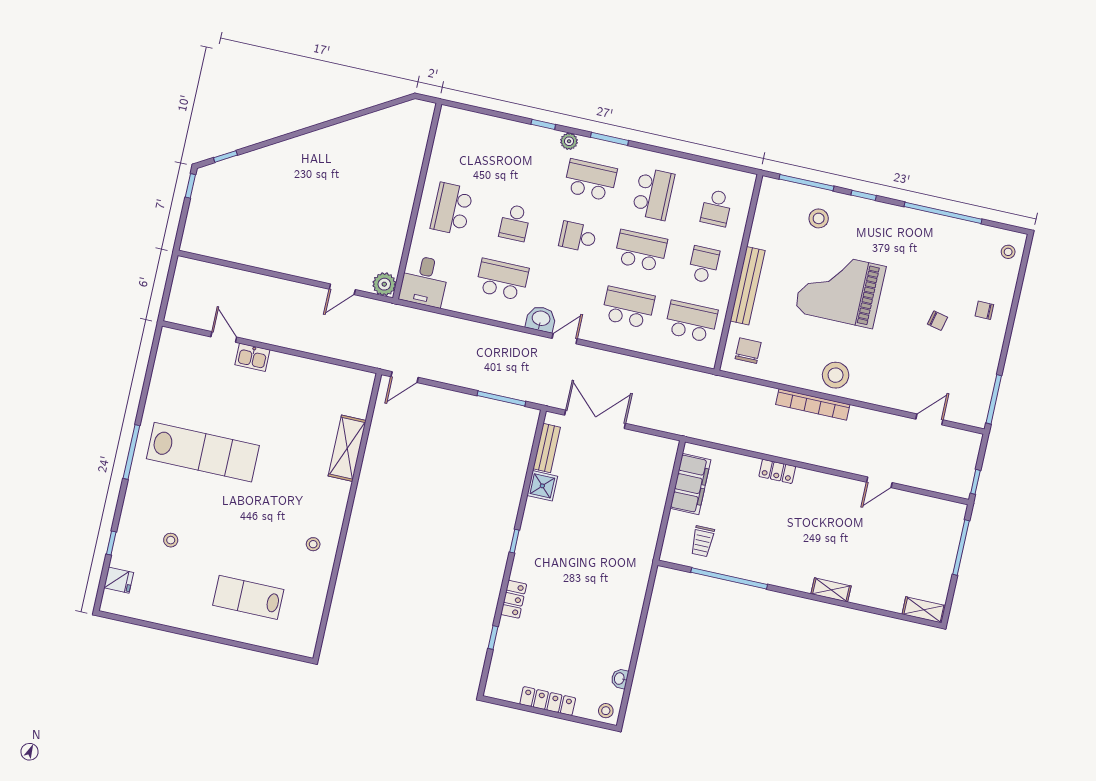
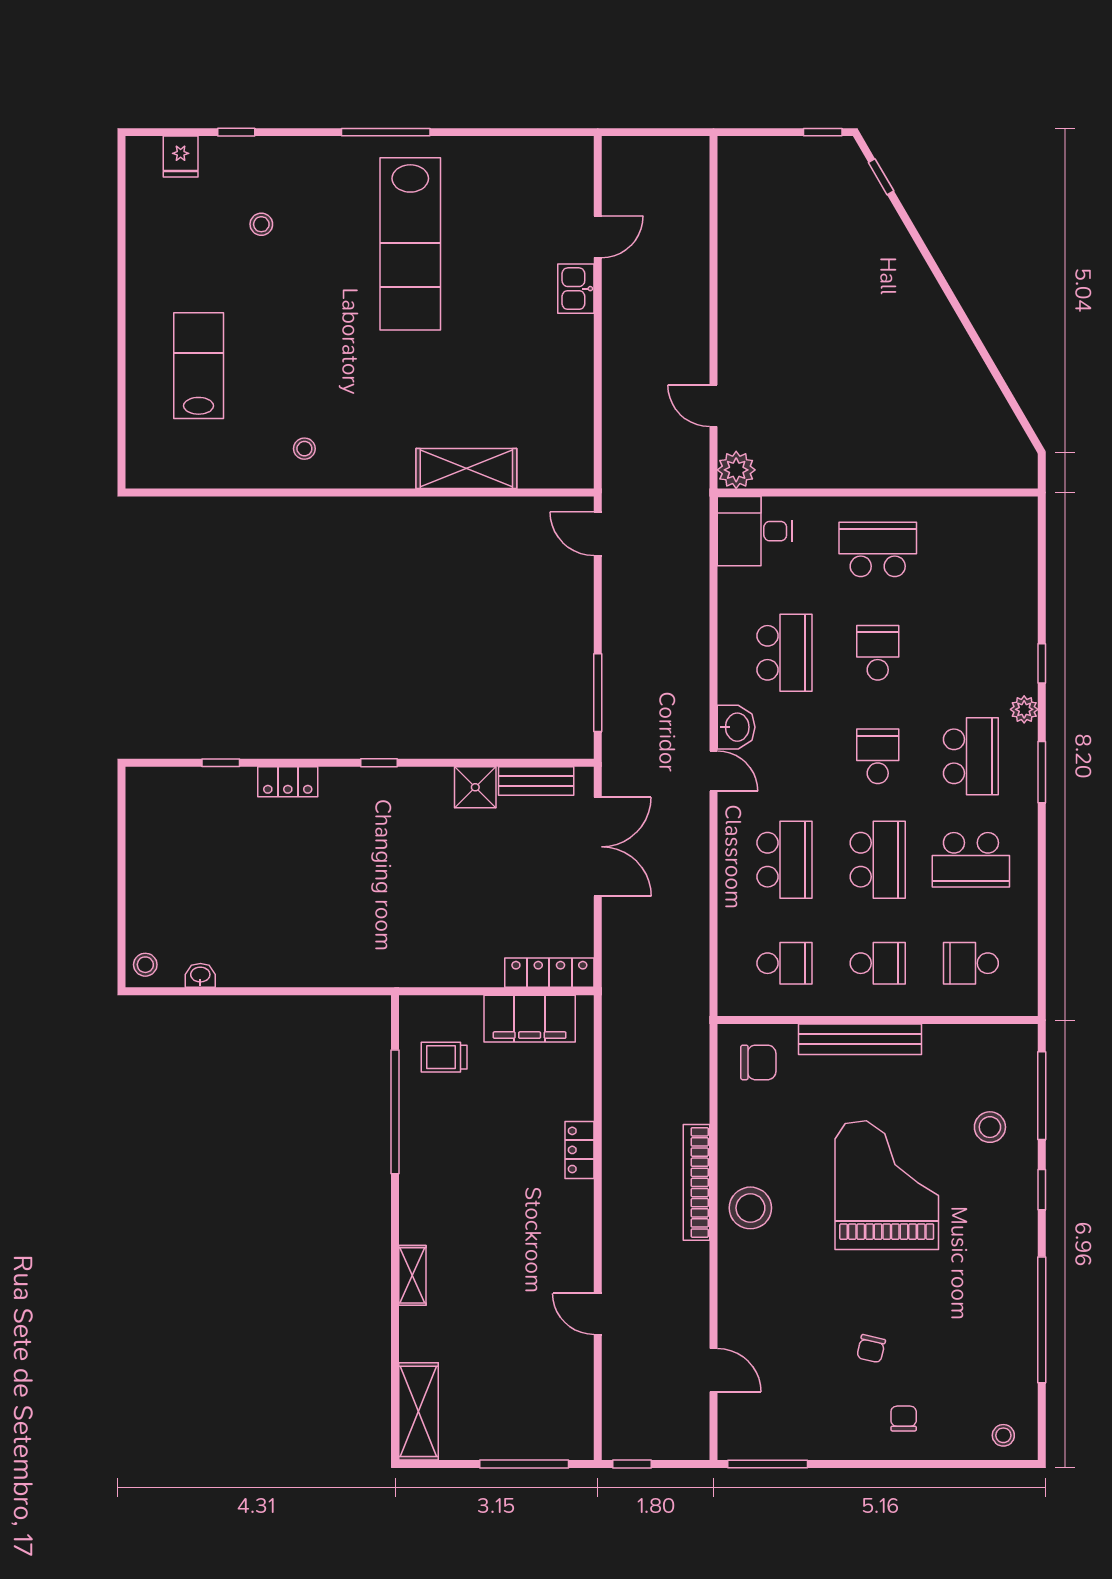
school desk: (515, 223) -> (878, 653), turned 90
school desk: (691, 321) -> (784, 963), width x0.54
shelving: (924, 610) -> (418, 1411), width x1.50, depth x1.33
locker: (548, 701) -> (549, 973), moved, turned -90

